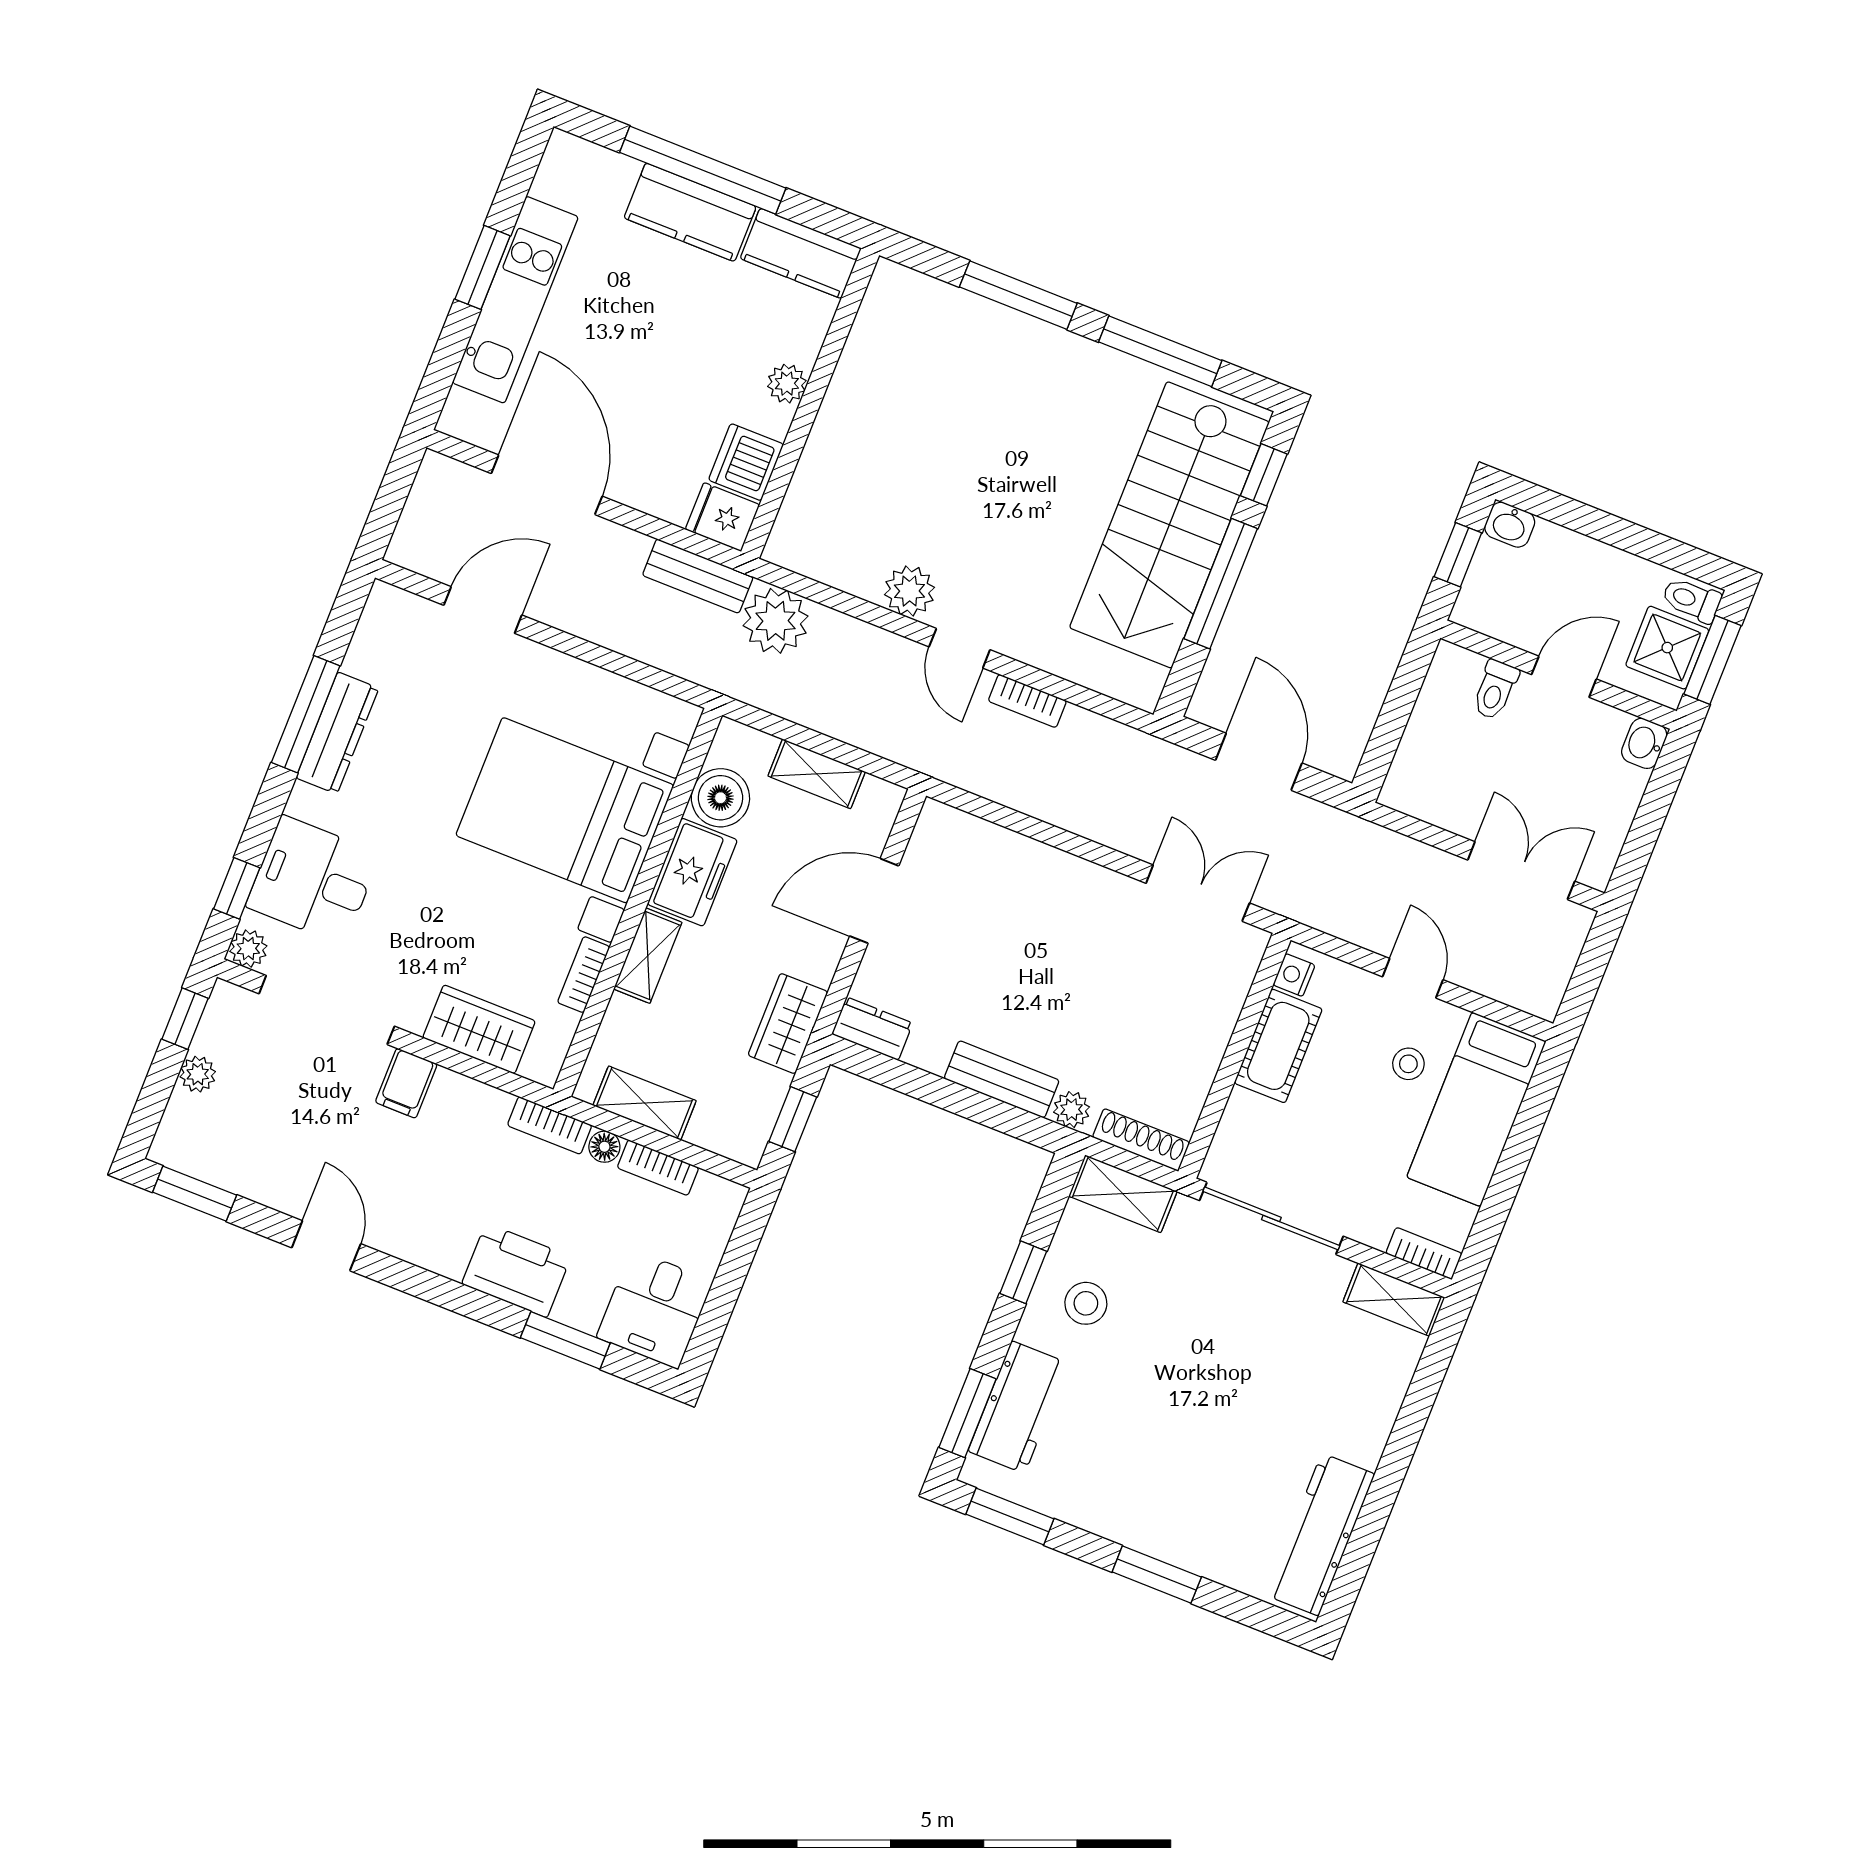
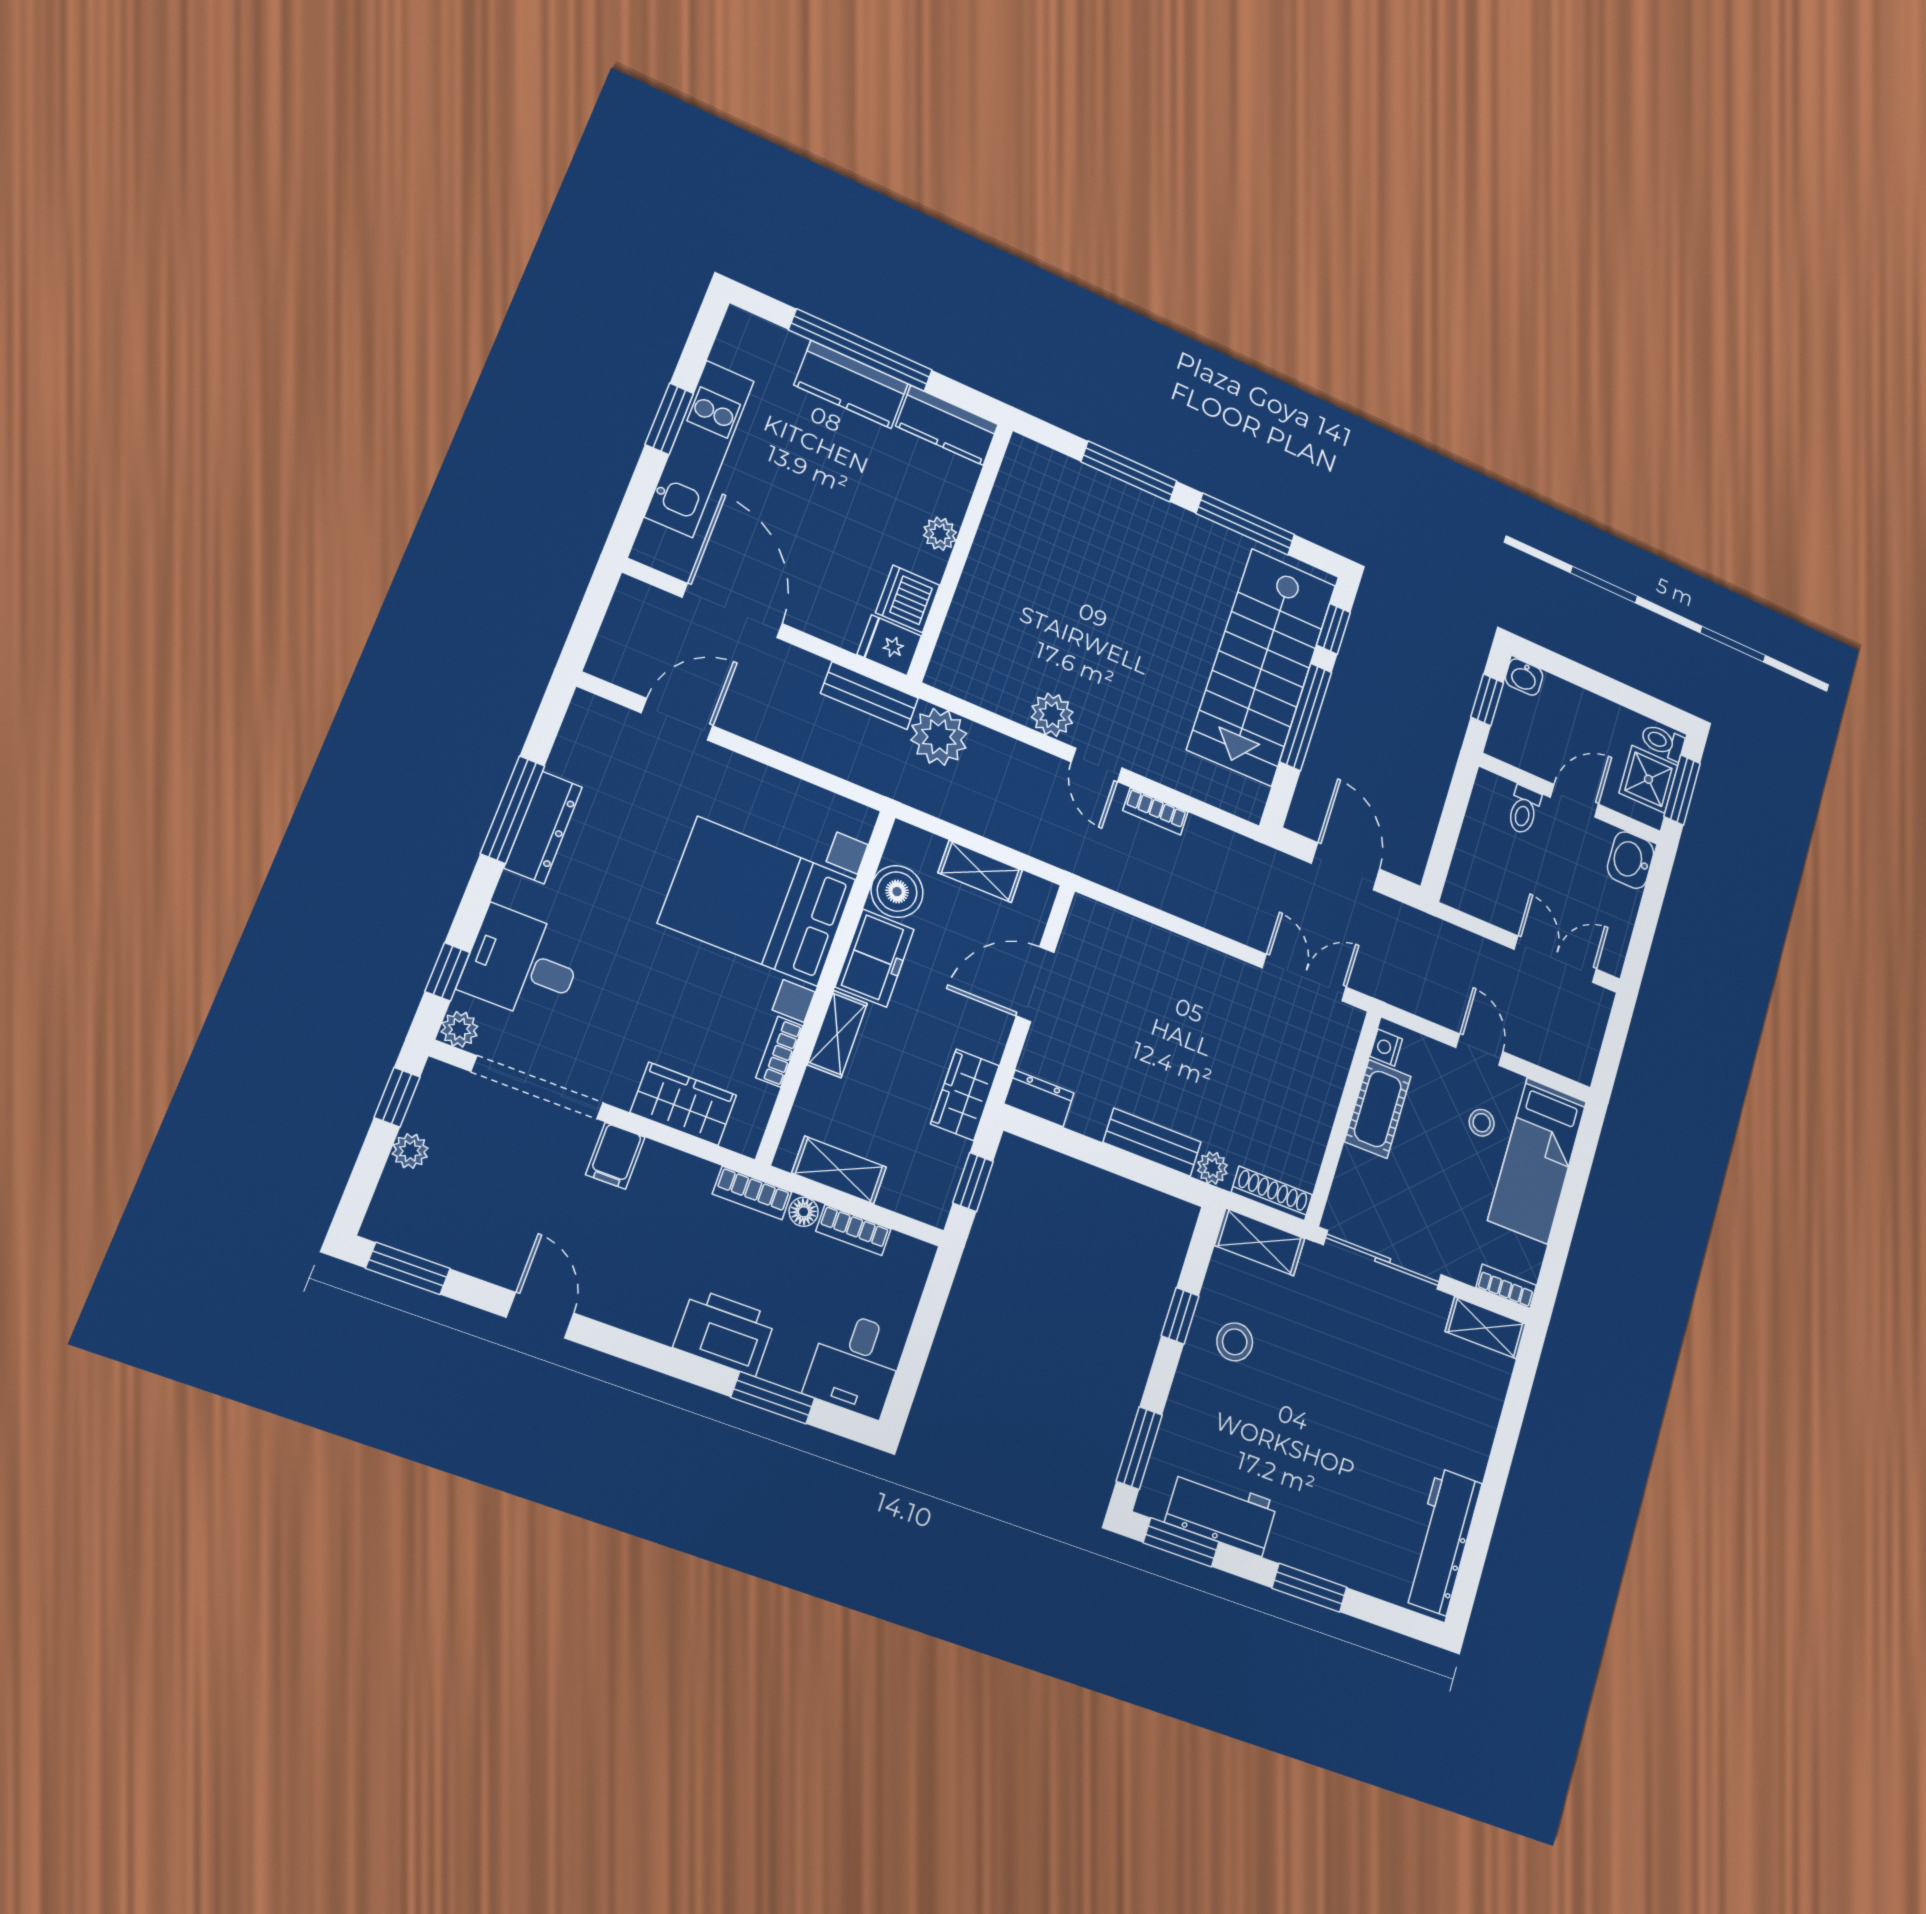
washbasin: (1644, 743) -> (1631, 860), width x1.38, depth x1.45
workbench: (1018, 1407) -> (1221, 1512), moved, turned -90

